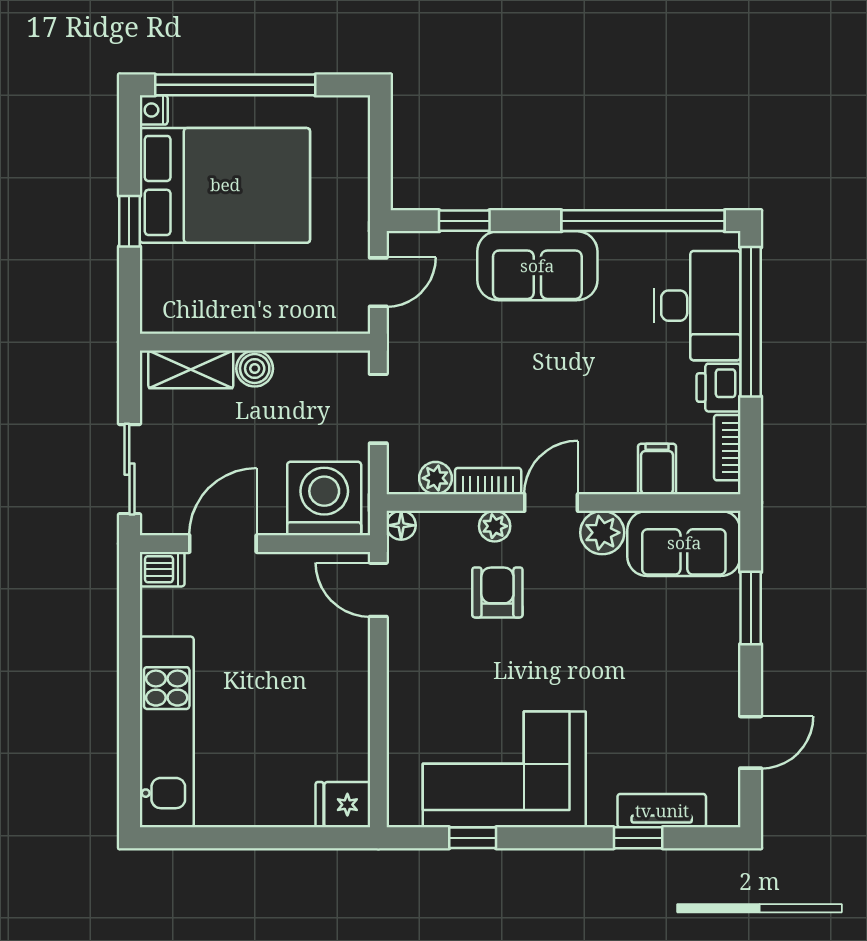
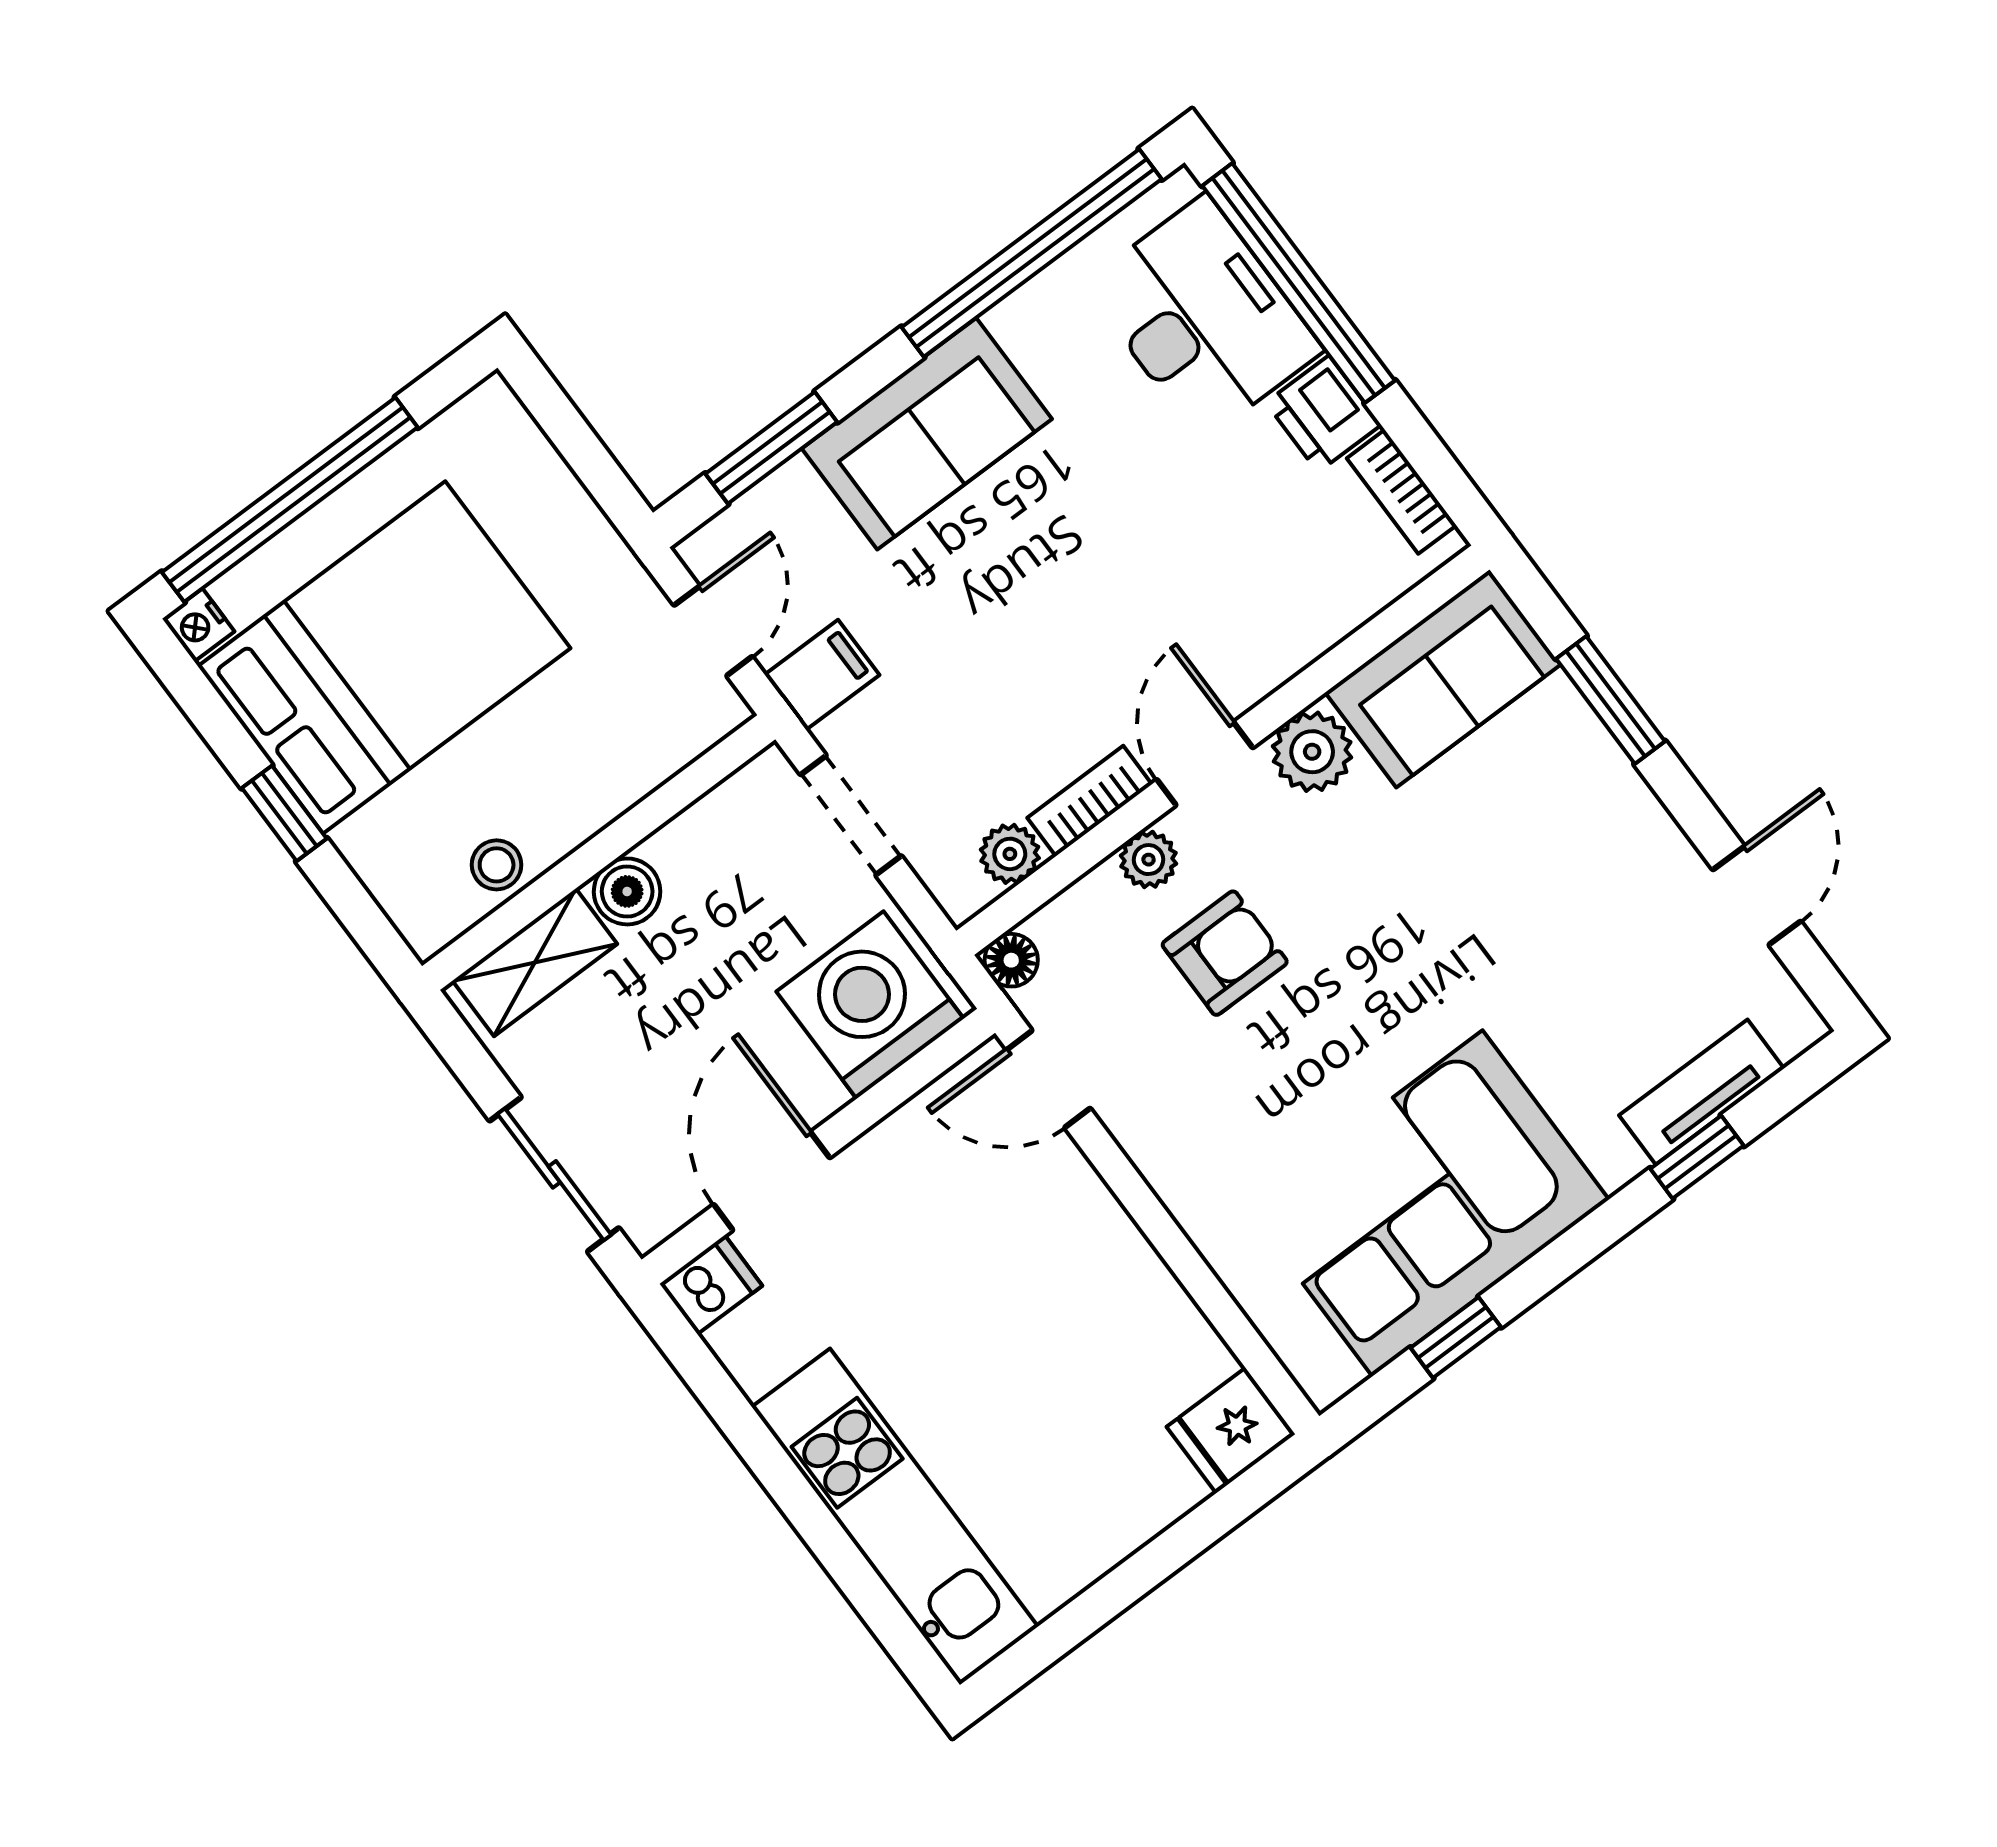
window: (464, 221) -> (771, 448), width x1.50
stool: (206, 314) -> (497, 865), added
filing cabinet: (657, 469) -> (822, 675), moved, turned 90
armchair: (497, 592) -> (1225, 953), turned 90

